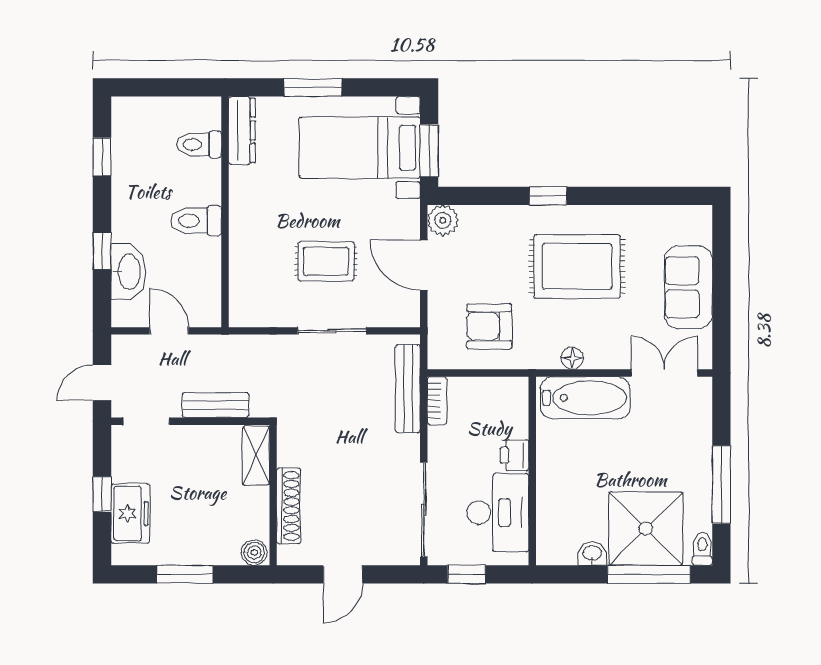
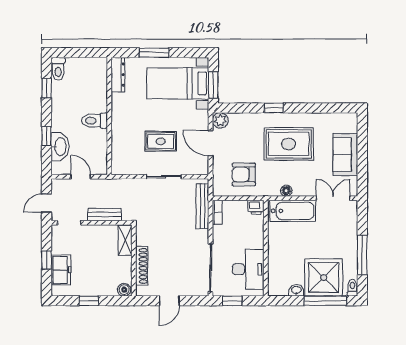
toilet: (199, 144) -> (58, 69), moved, turned -90
printer: (514, 455) -> (256, 207), moved, turned -90
window: (185, 574) -> (89, 301), width x0.67

